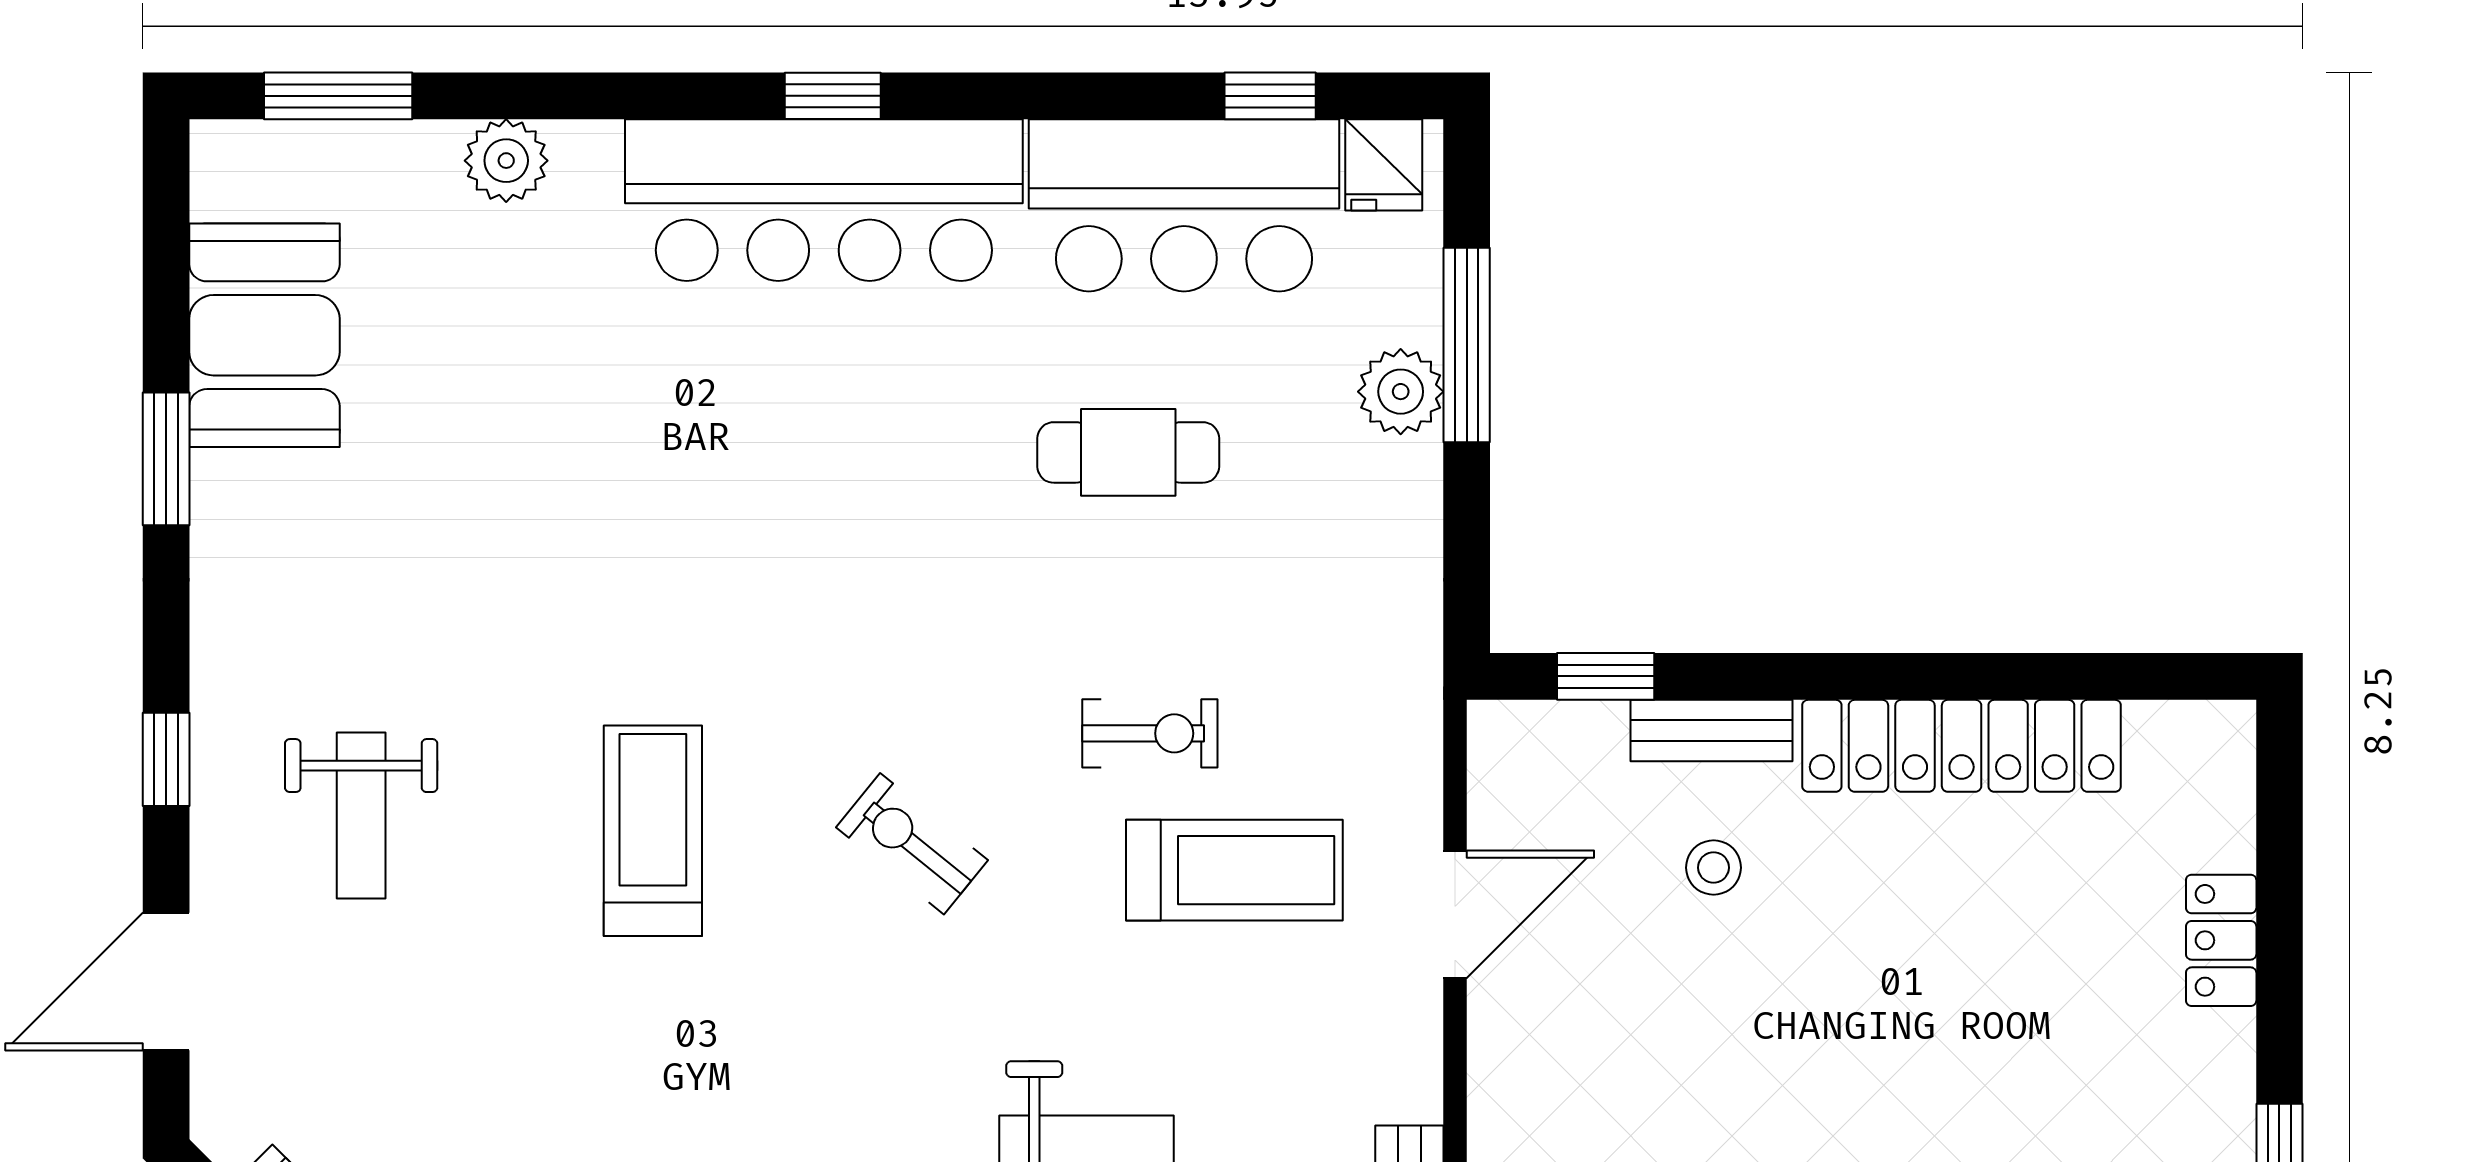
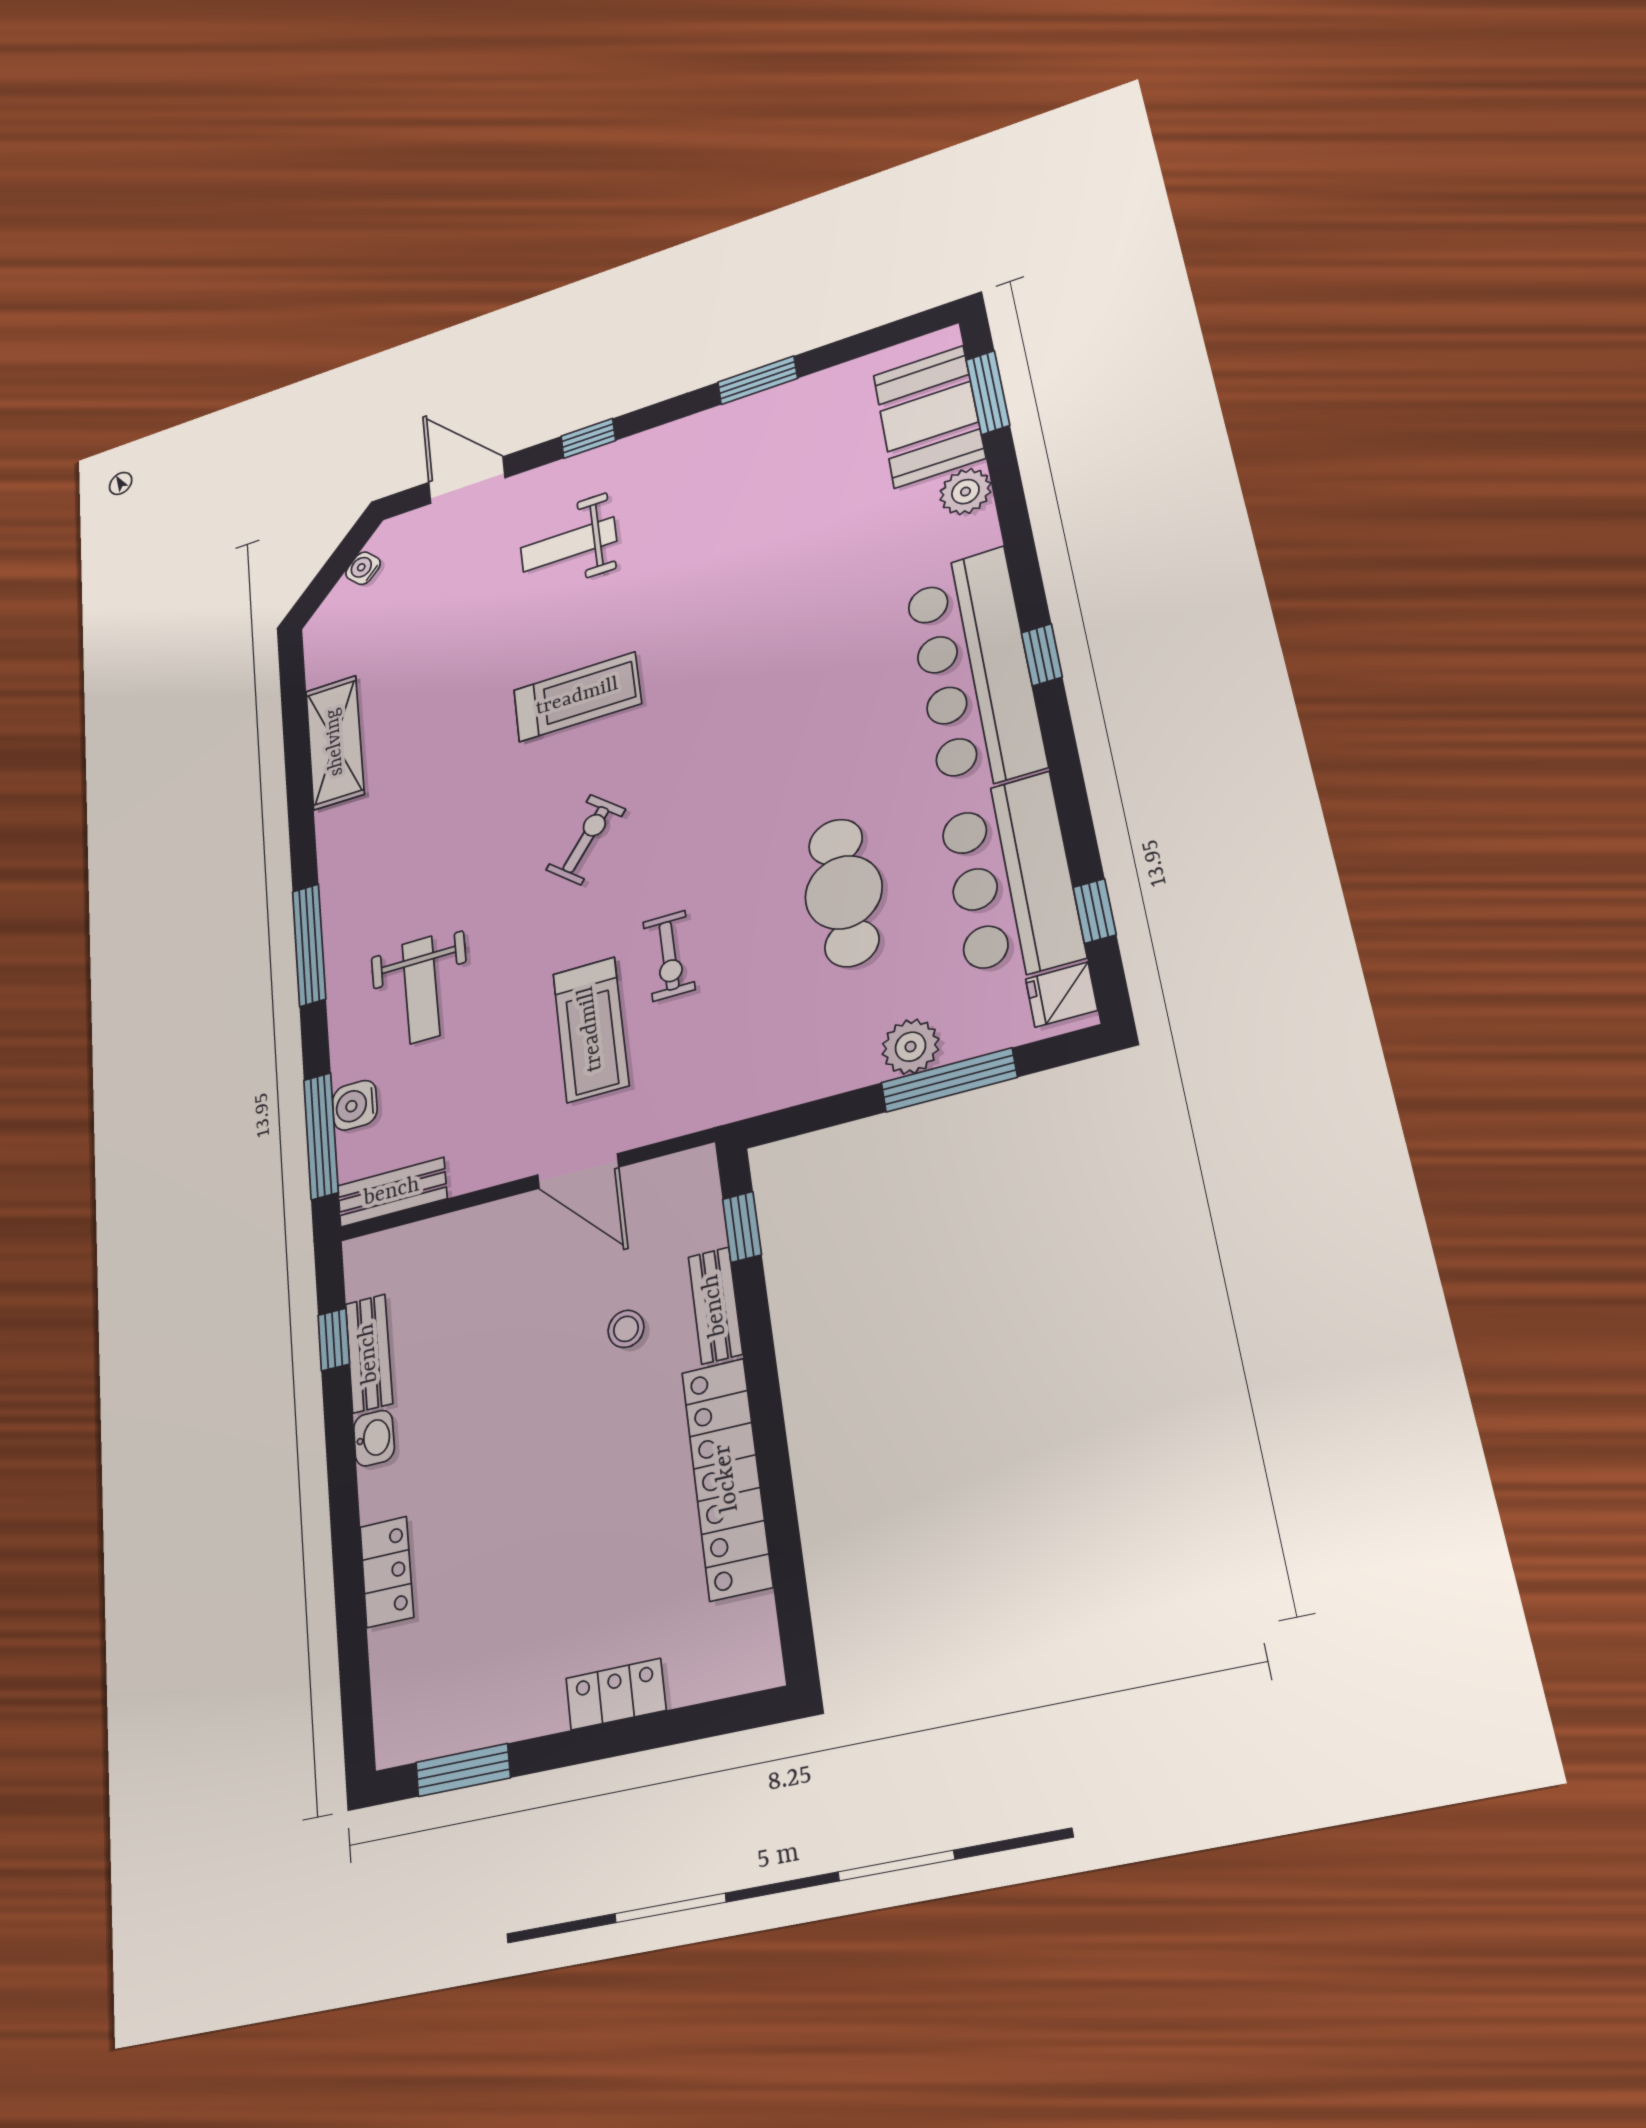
booth: (264, 335) -> (929, 417), moved, turned 90
cafe table: (1128, 452) -> (844, 892), width x1.37, depth x1.35

